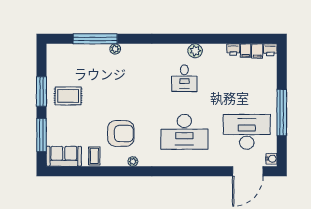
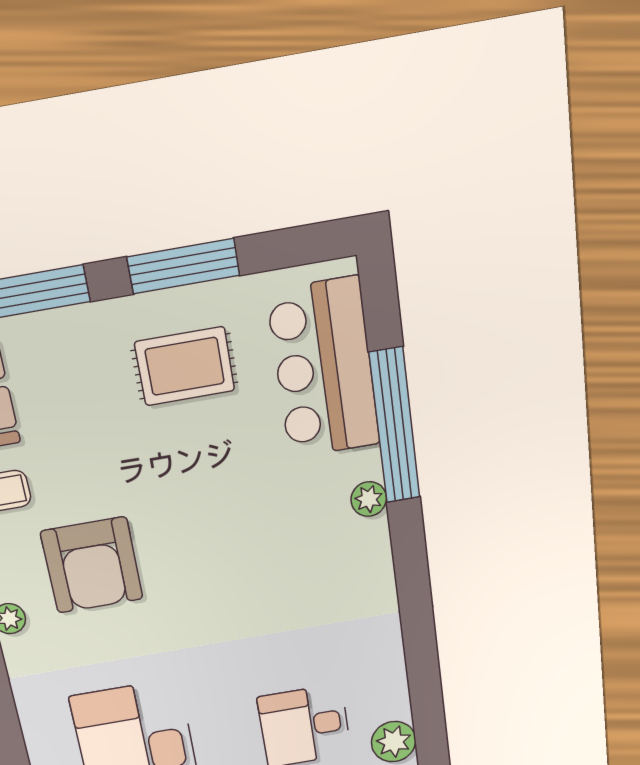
bar counter: (75, 57) -> (324, 369), added
rug: (68, 96) -> (185, 366), turned 90

